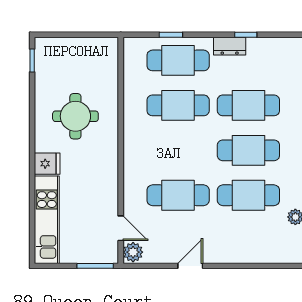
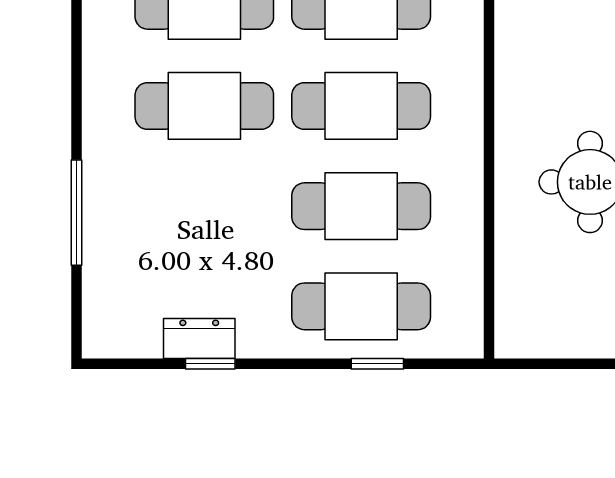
dresser: (230, 46) -> (199, 338), moved
cafe table: (248, 105) -> (361, 106), moved

